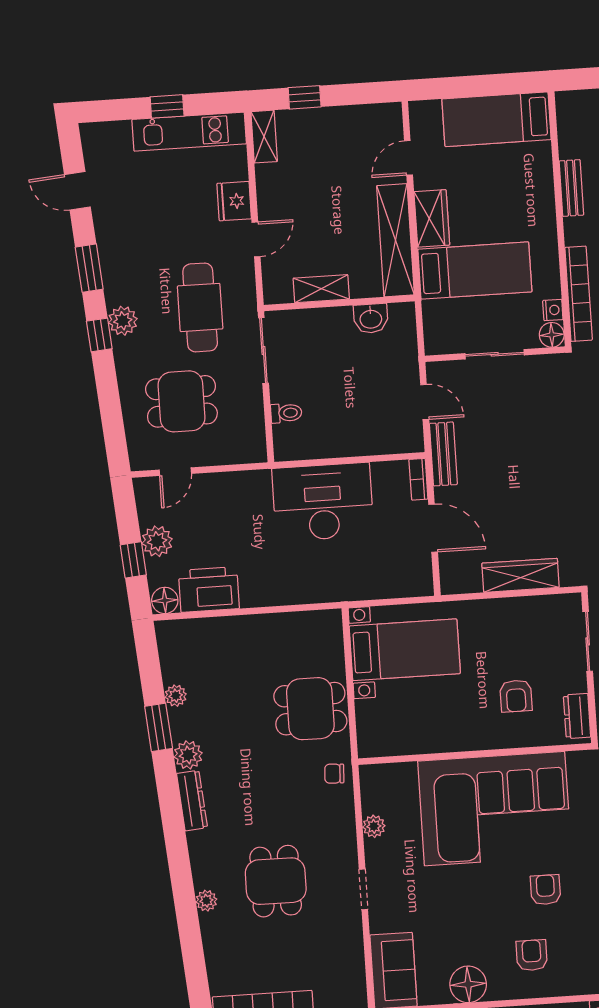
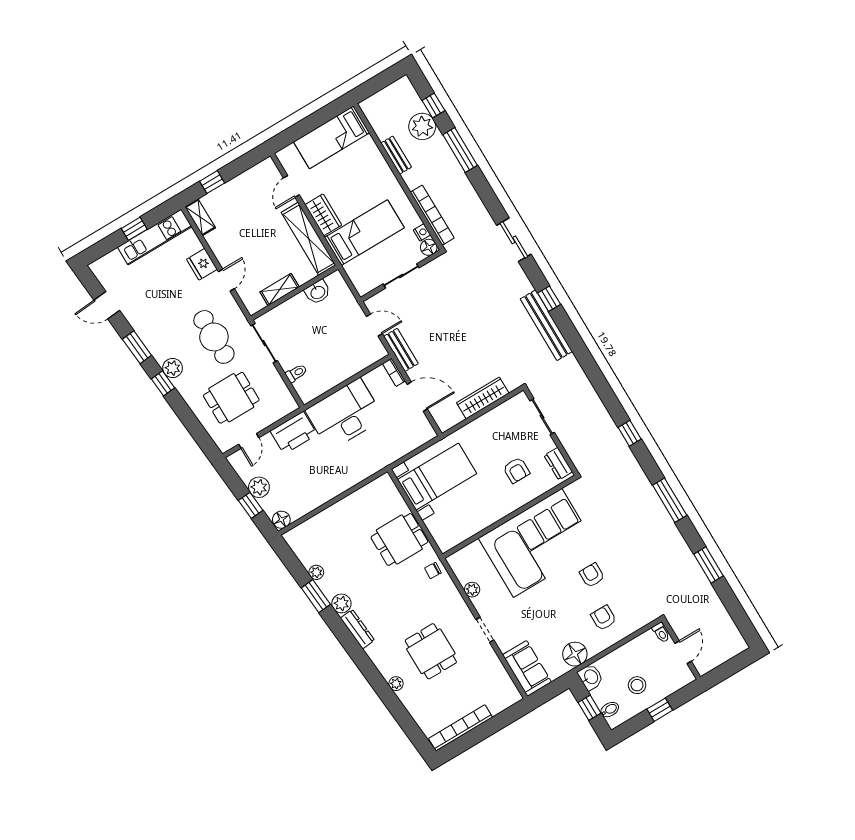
printer: (209, 590) -> (294, 433), moved, turned 180

